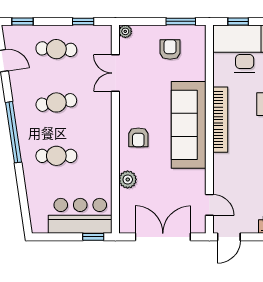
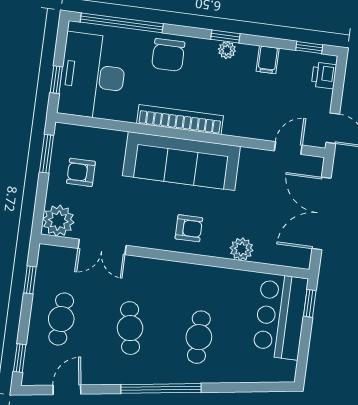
plant: (125, 31) -> (58, 221), width x1.88, depth x1.88

